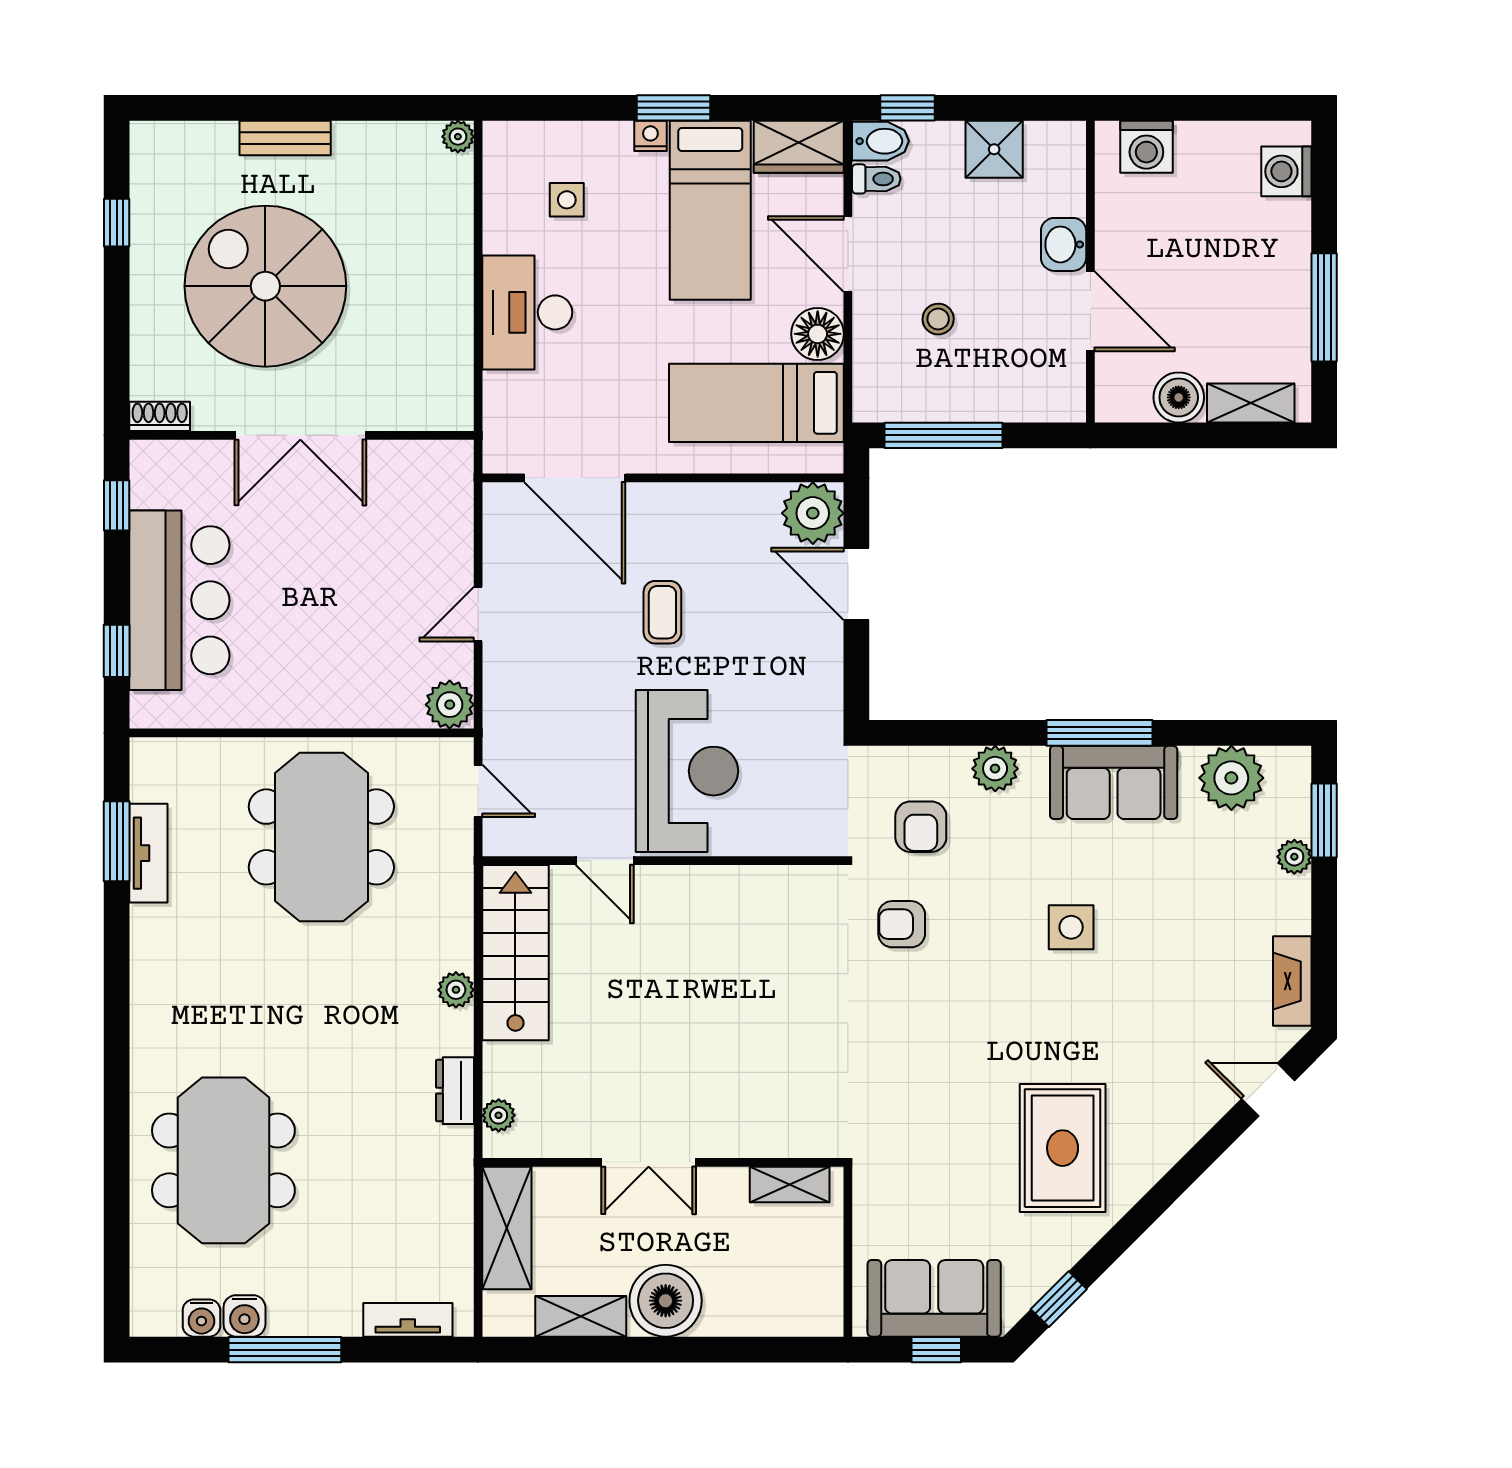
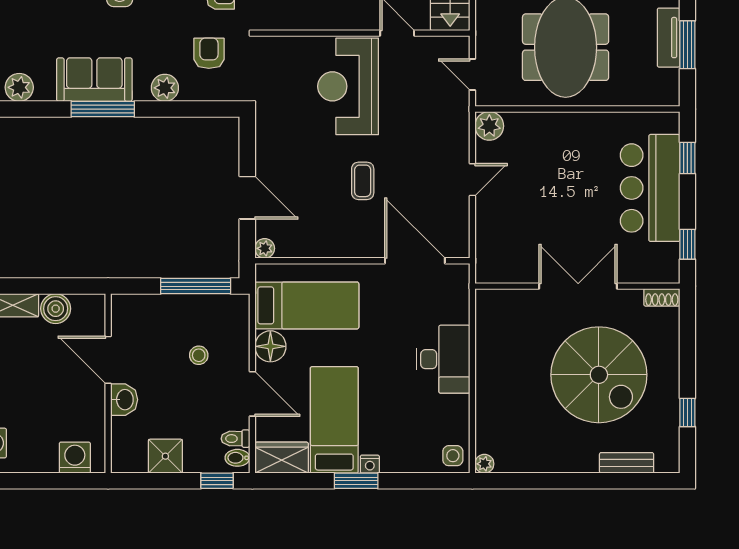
bench: (285, 138) -> (627, 463), moved
bidet: (881, 141) -> (237, 458), width x0.72, depth x0.74
side table: (567, 200) -> (453, 456), moved
plant: (813, 513) -> (265, 248), width x0.53, depth x0.53
plant: (1231, 778) -> (19, 87), width x0.73, depth x0.73

